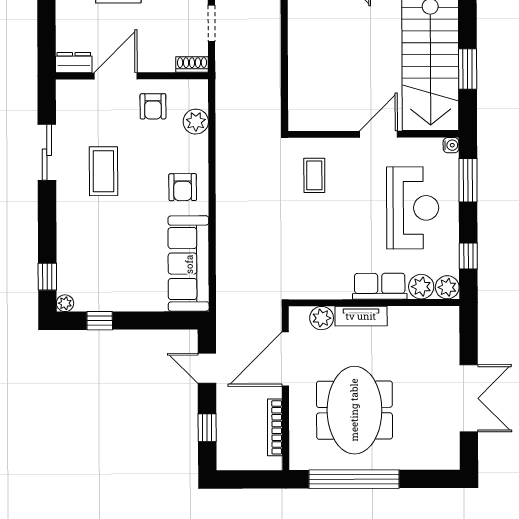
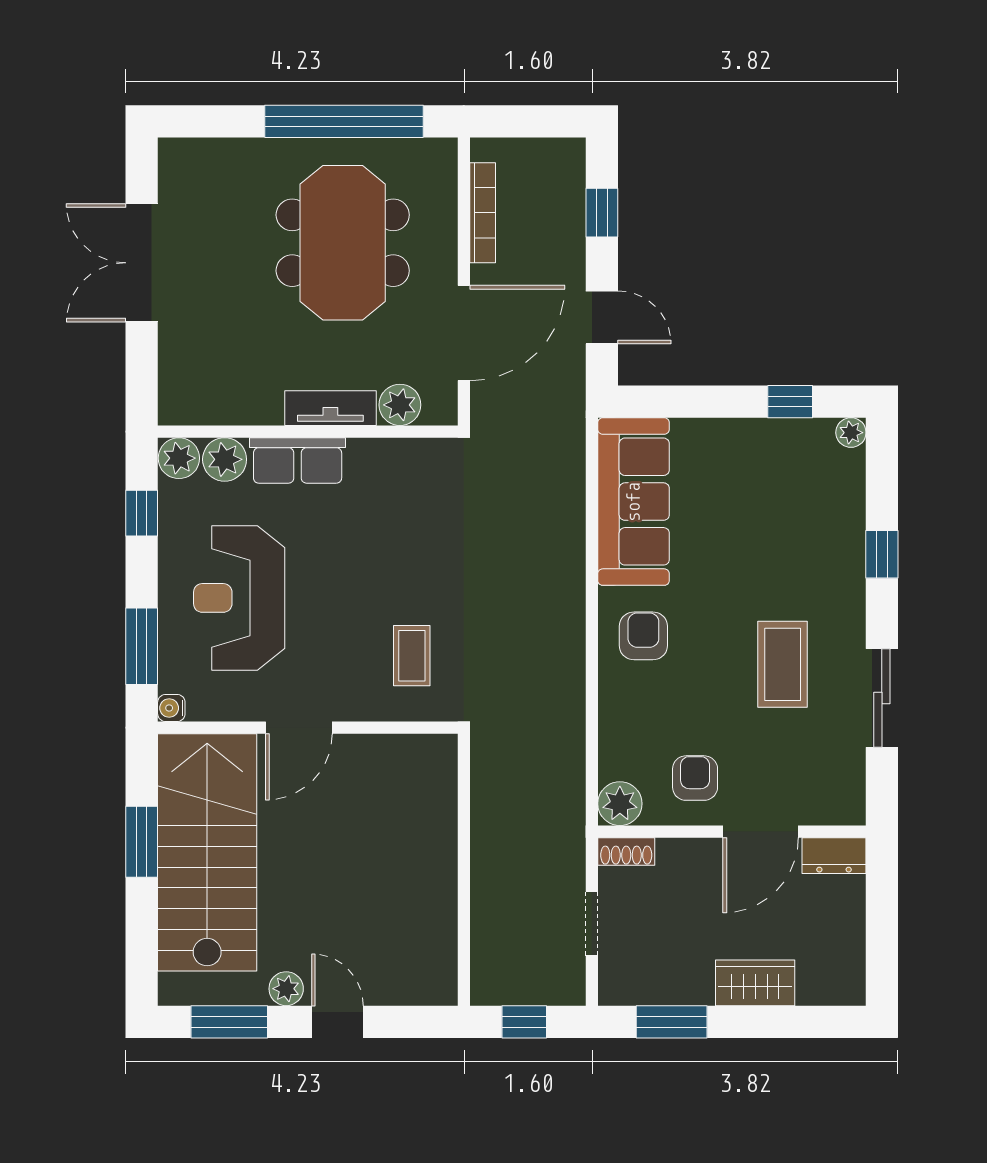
plant: (196, 122) -> (620, 804), moved
window: (47, 277) -> (882, 554), moved

